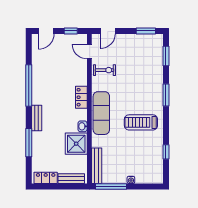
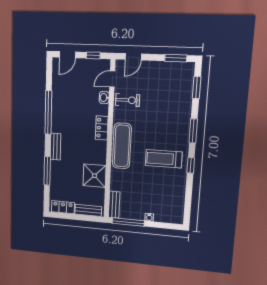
door: (89, 52) -> (112, 79), hinge flipped
washbasin: (83, 126) -> (104, 98), moved
window: (166, 152) -> (191, 165), moved
bench: (97, 166) -> (114, 205), width x0.73

